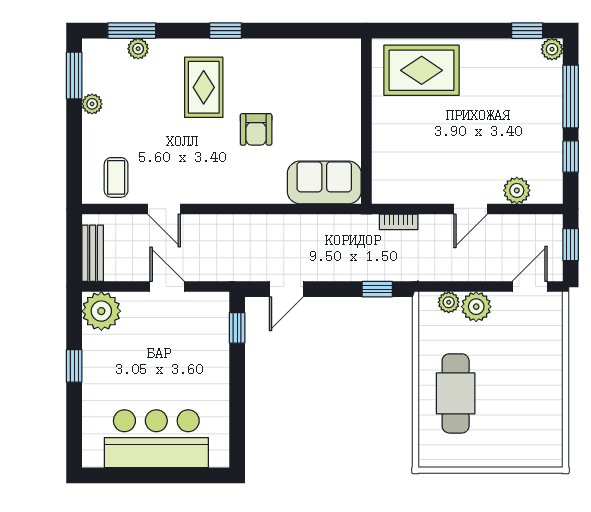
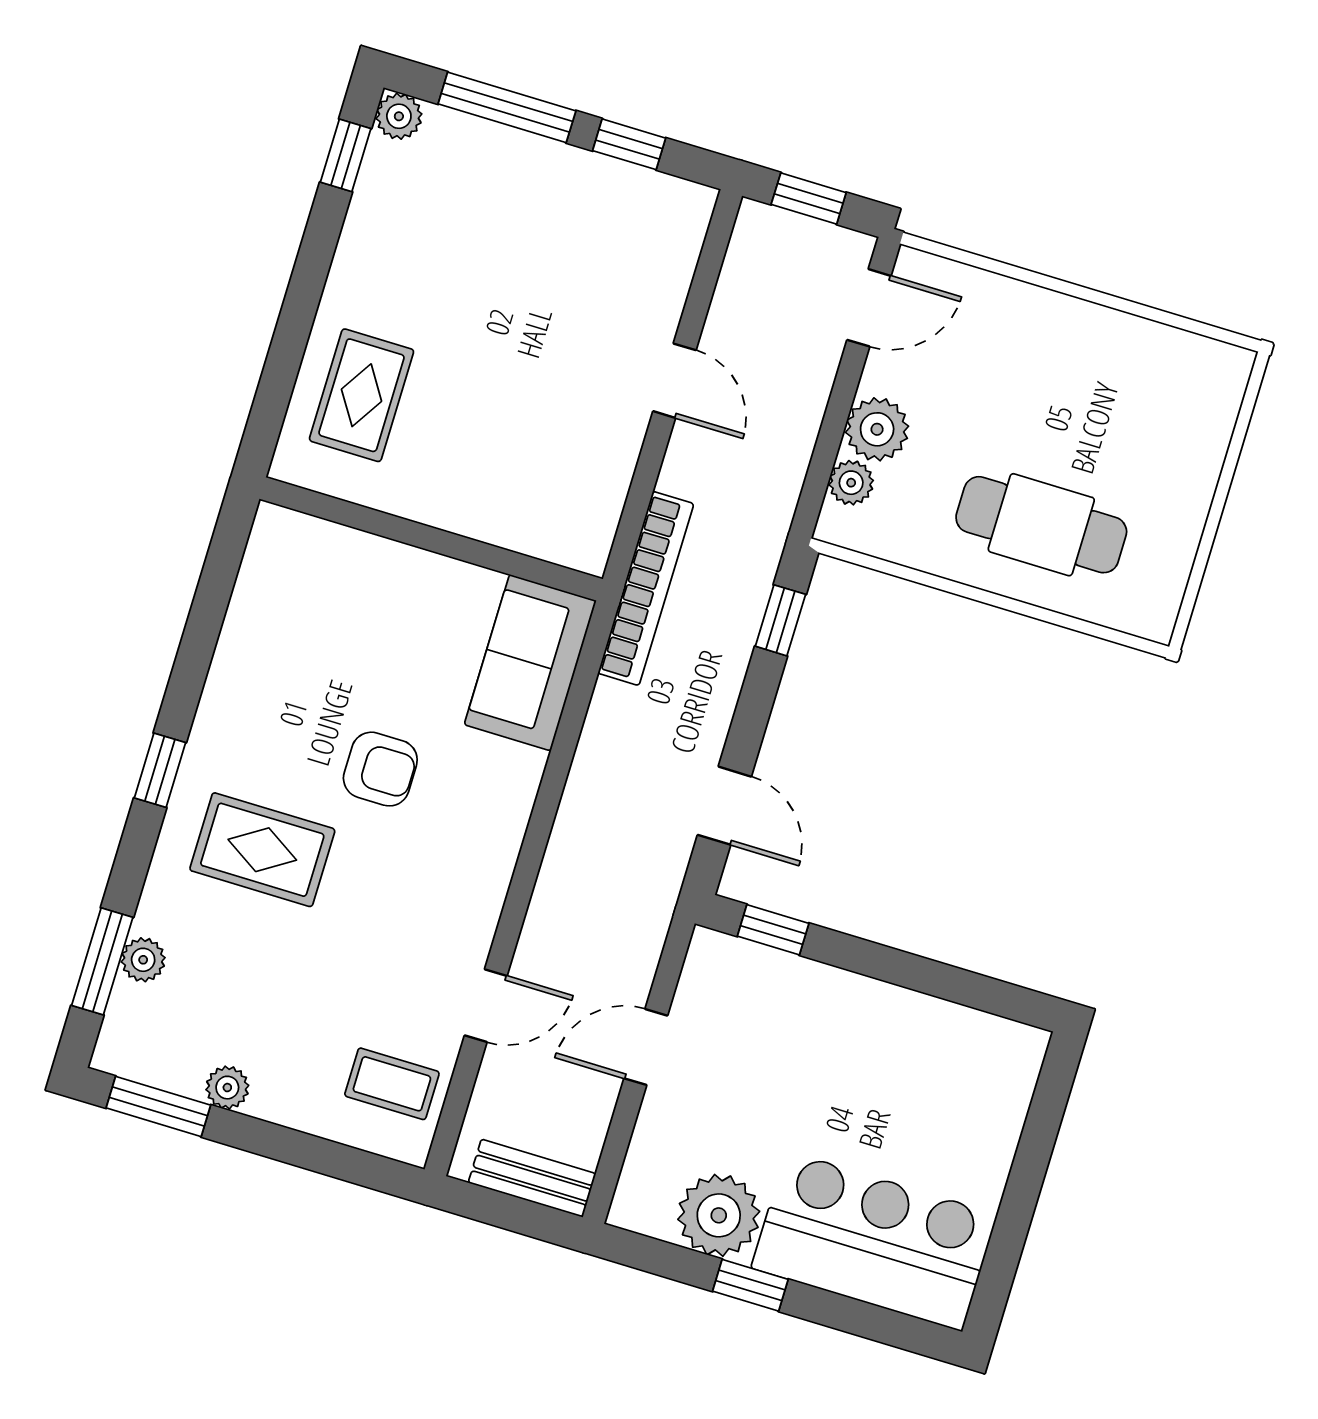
rug: (422, 70) -> (362, 395), width x0.73, depth x0.70
plant: (517, 190) -> (665, 275), removed
bookcase: (399, 222) -> (646, 588), width x2.31, depth x1.31
door: (530, 287) -> (869, 308), swing flipped
plant: (101, 311) -> (719, 1215), moved
bar counter: (156, 439) -> (874, 1241), moved, turned 90

